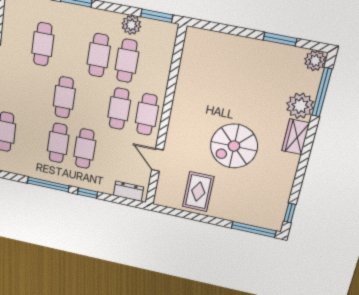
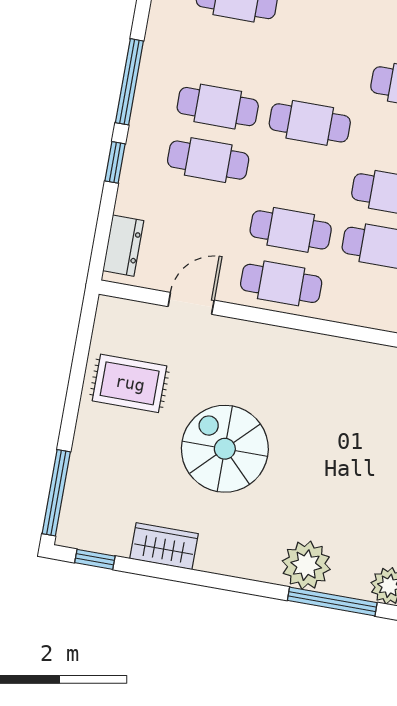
wardrobe: (296, 137) -> (164, 546), moved

